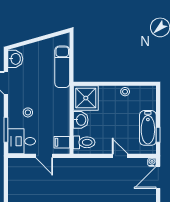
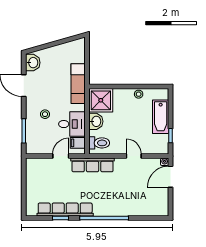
exam couch: (62, 67) -> (78, 84), moved
bathtub: (148, 128) -> (161, 117), moved
desk: (22, 141) -> (72, 124), moved, turned 180
door: (44, 156) -> (61, 156), swing flipped
row of seats: (77, 165) -> (93, 165), added

